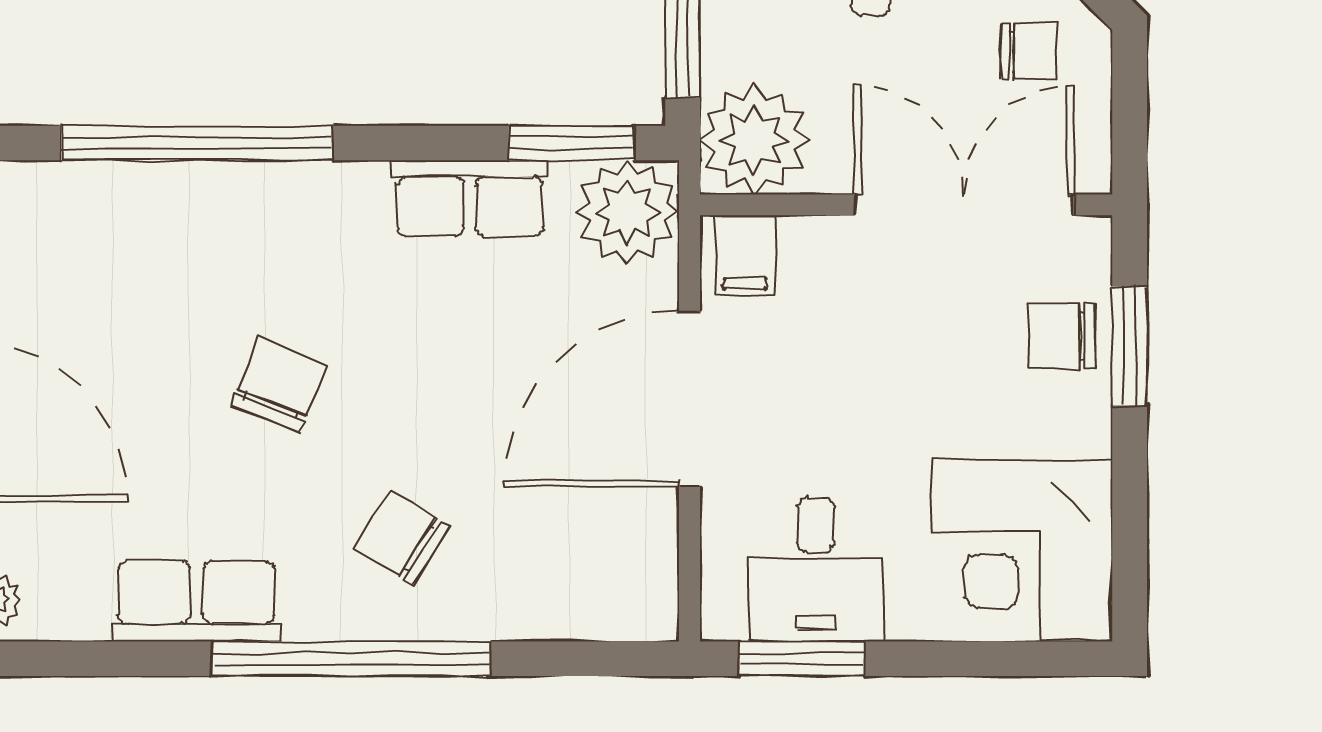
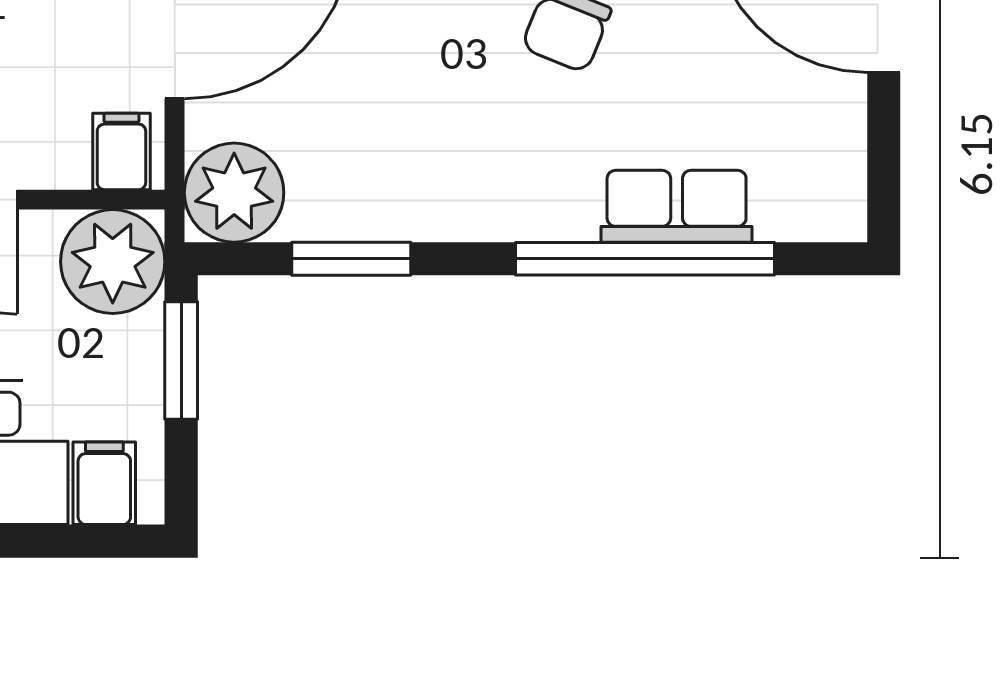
window: (571, 143) -> (351, 259), moved
row of seats: (470, 198) -> (677, 206), moved

